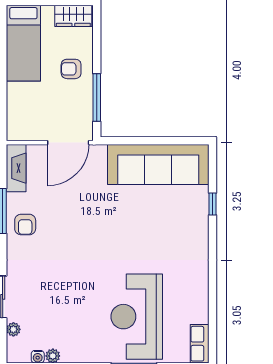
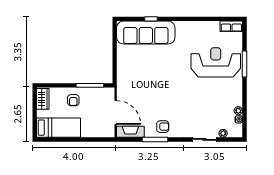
door: (68, 143) -> (116, 112), moved
sofa: (158, 164) -> (146, 33), moved, turned 90
reception desk: (137, 317) -> (216, 62), turned 180

